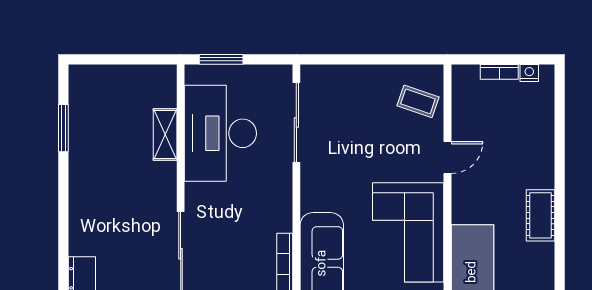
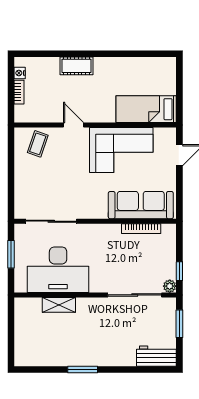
window: (221, 59) -> (11, 254), moved
window: (63, 128) -> (83, 370), moved
cot: (540, 215) -> (76, 66), moved

